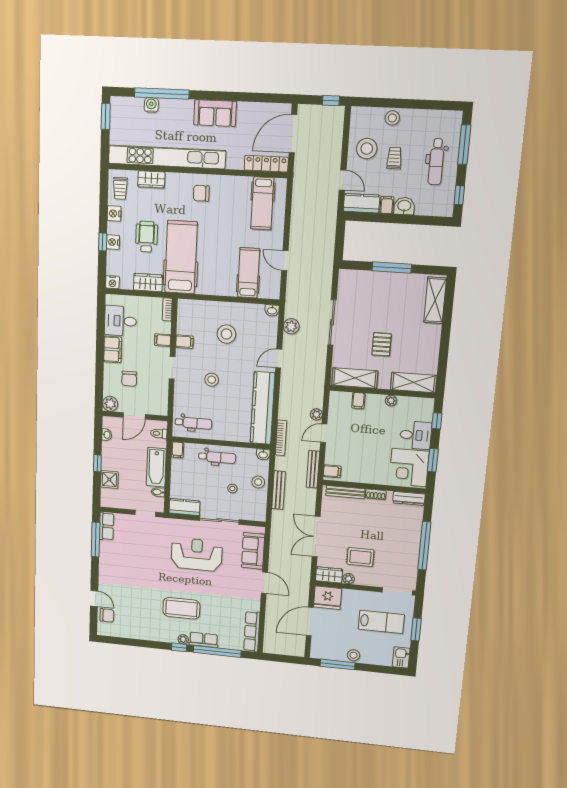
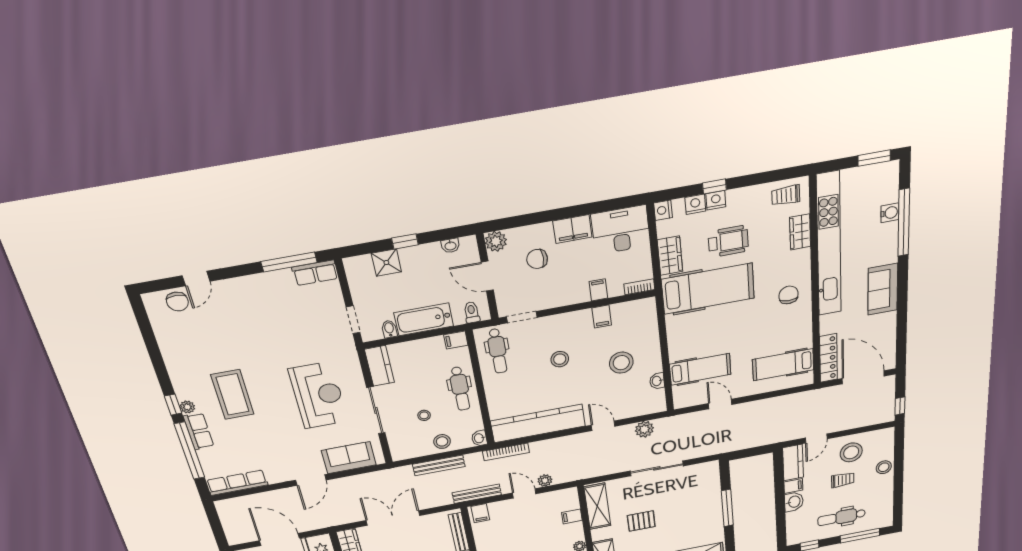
nightstand: (114, 213) -> (695, 204), moved
door: (285, 261) -> (720, 404), hinge flipped
washbasin: (272, 310) -> (657, 381), moved
desk: (120, 321) -> (621, 230), width x1.37
doorway: (172, 368) -> (522, 317), moved

